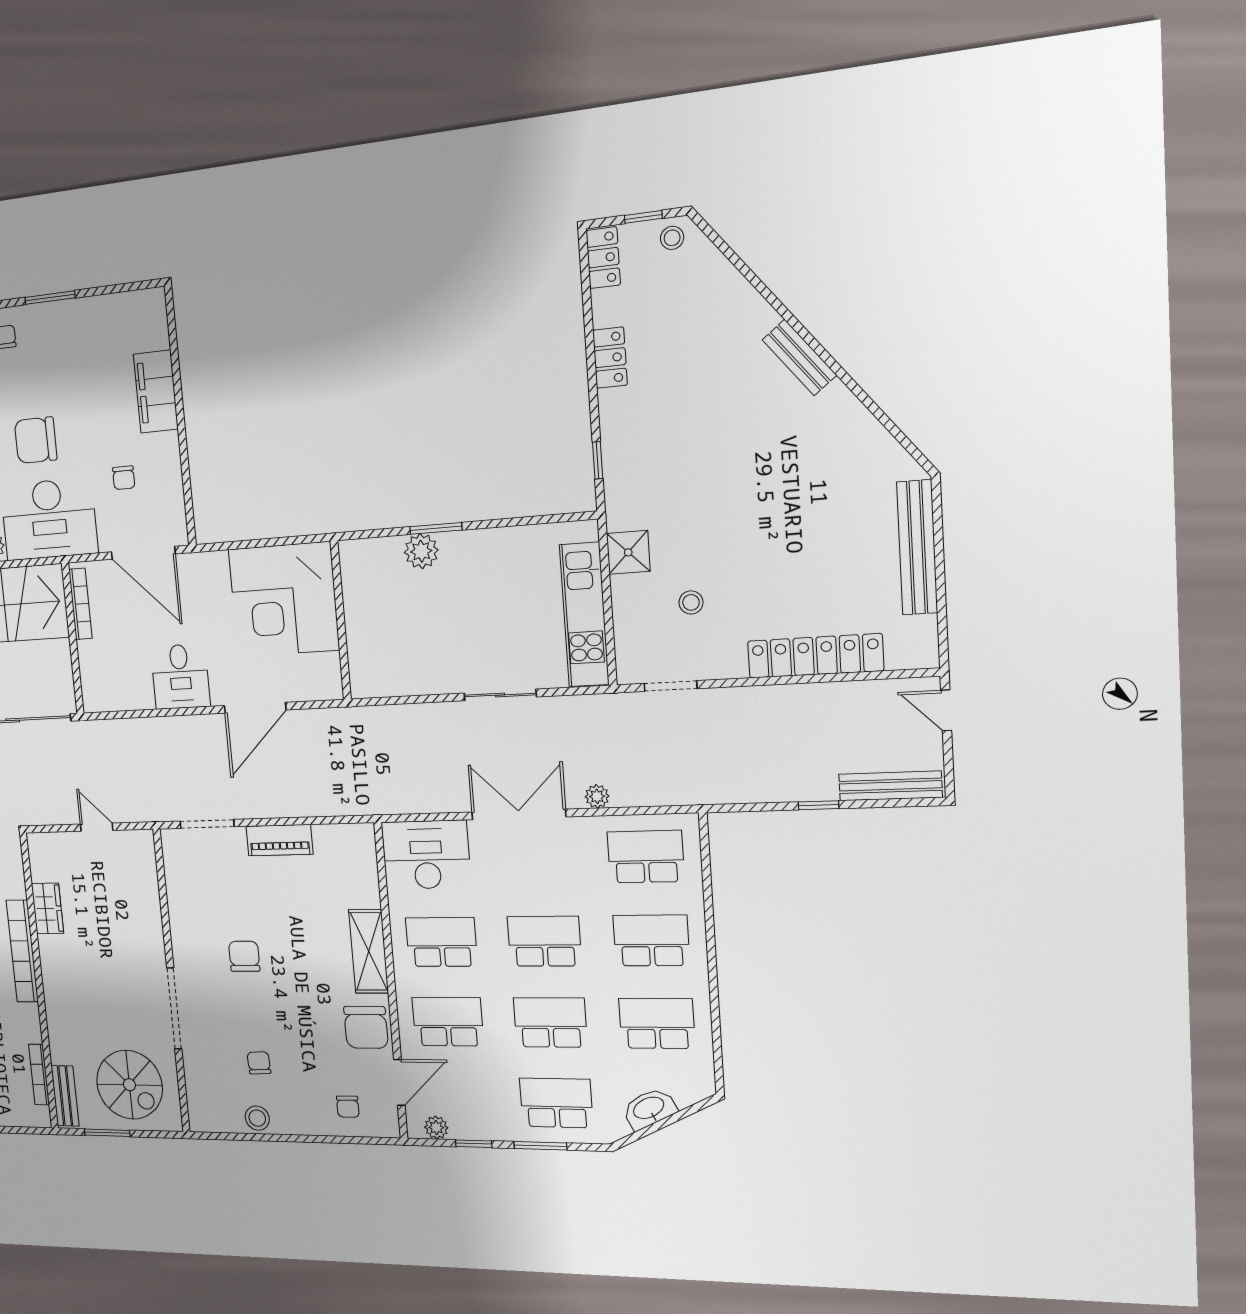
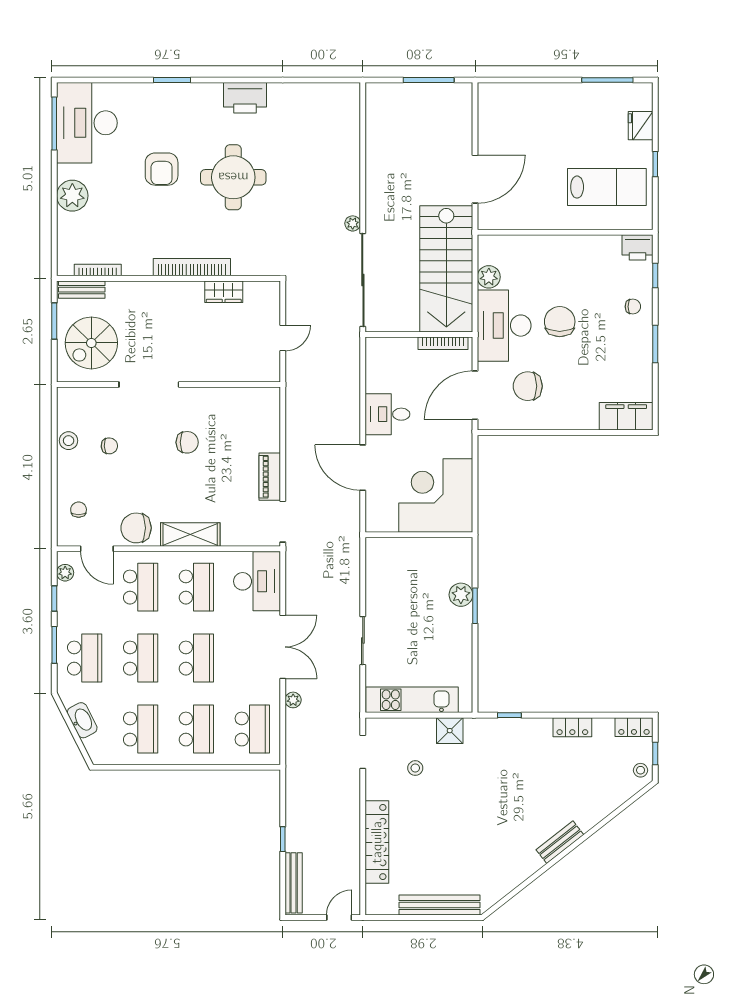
filing cabinet: (156, 392) -> (626, 416), moved
chair: (124, 478) -> (528, 386), width x1.87, depth x1.87
doorway: (207, 824) -> (283, 522), moved
chair: (348, 1107) -> (79, 510), turned 90

